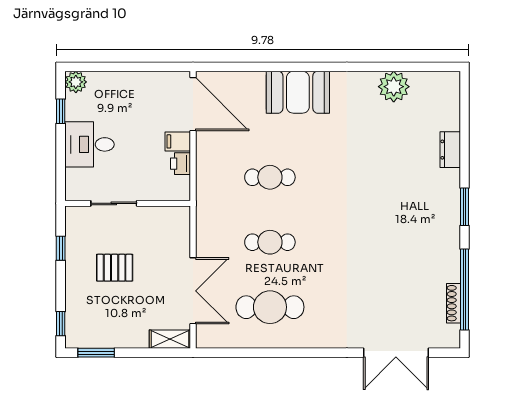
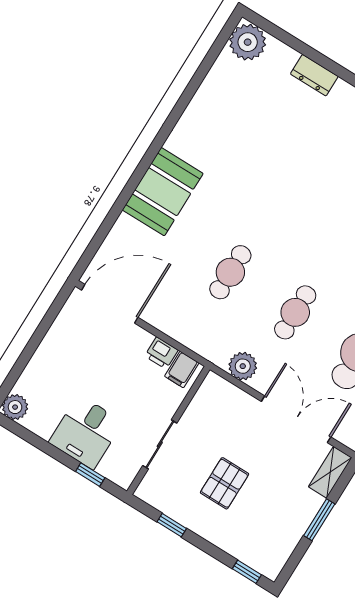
plant: (394, 87) -> (248, 42), moved
window: (61, 111) -> (90, 475), moved
filing cabinet: (178, 141) -> (182, 370), moved
plant: (208, 228) -> (243, 366), added
window: (96, 353) -> (319, 520), moved

